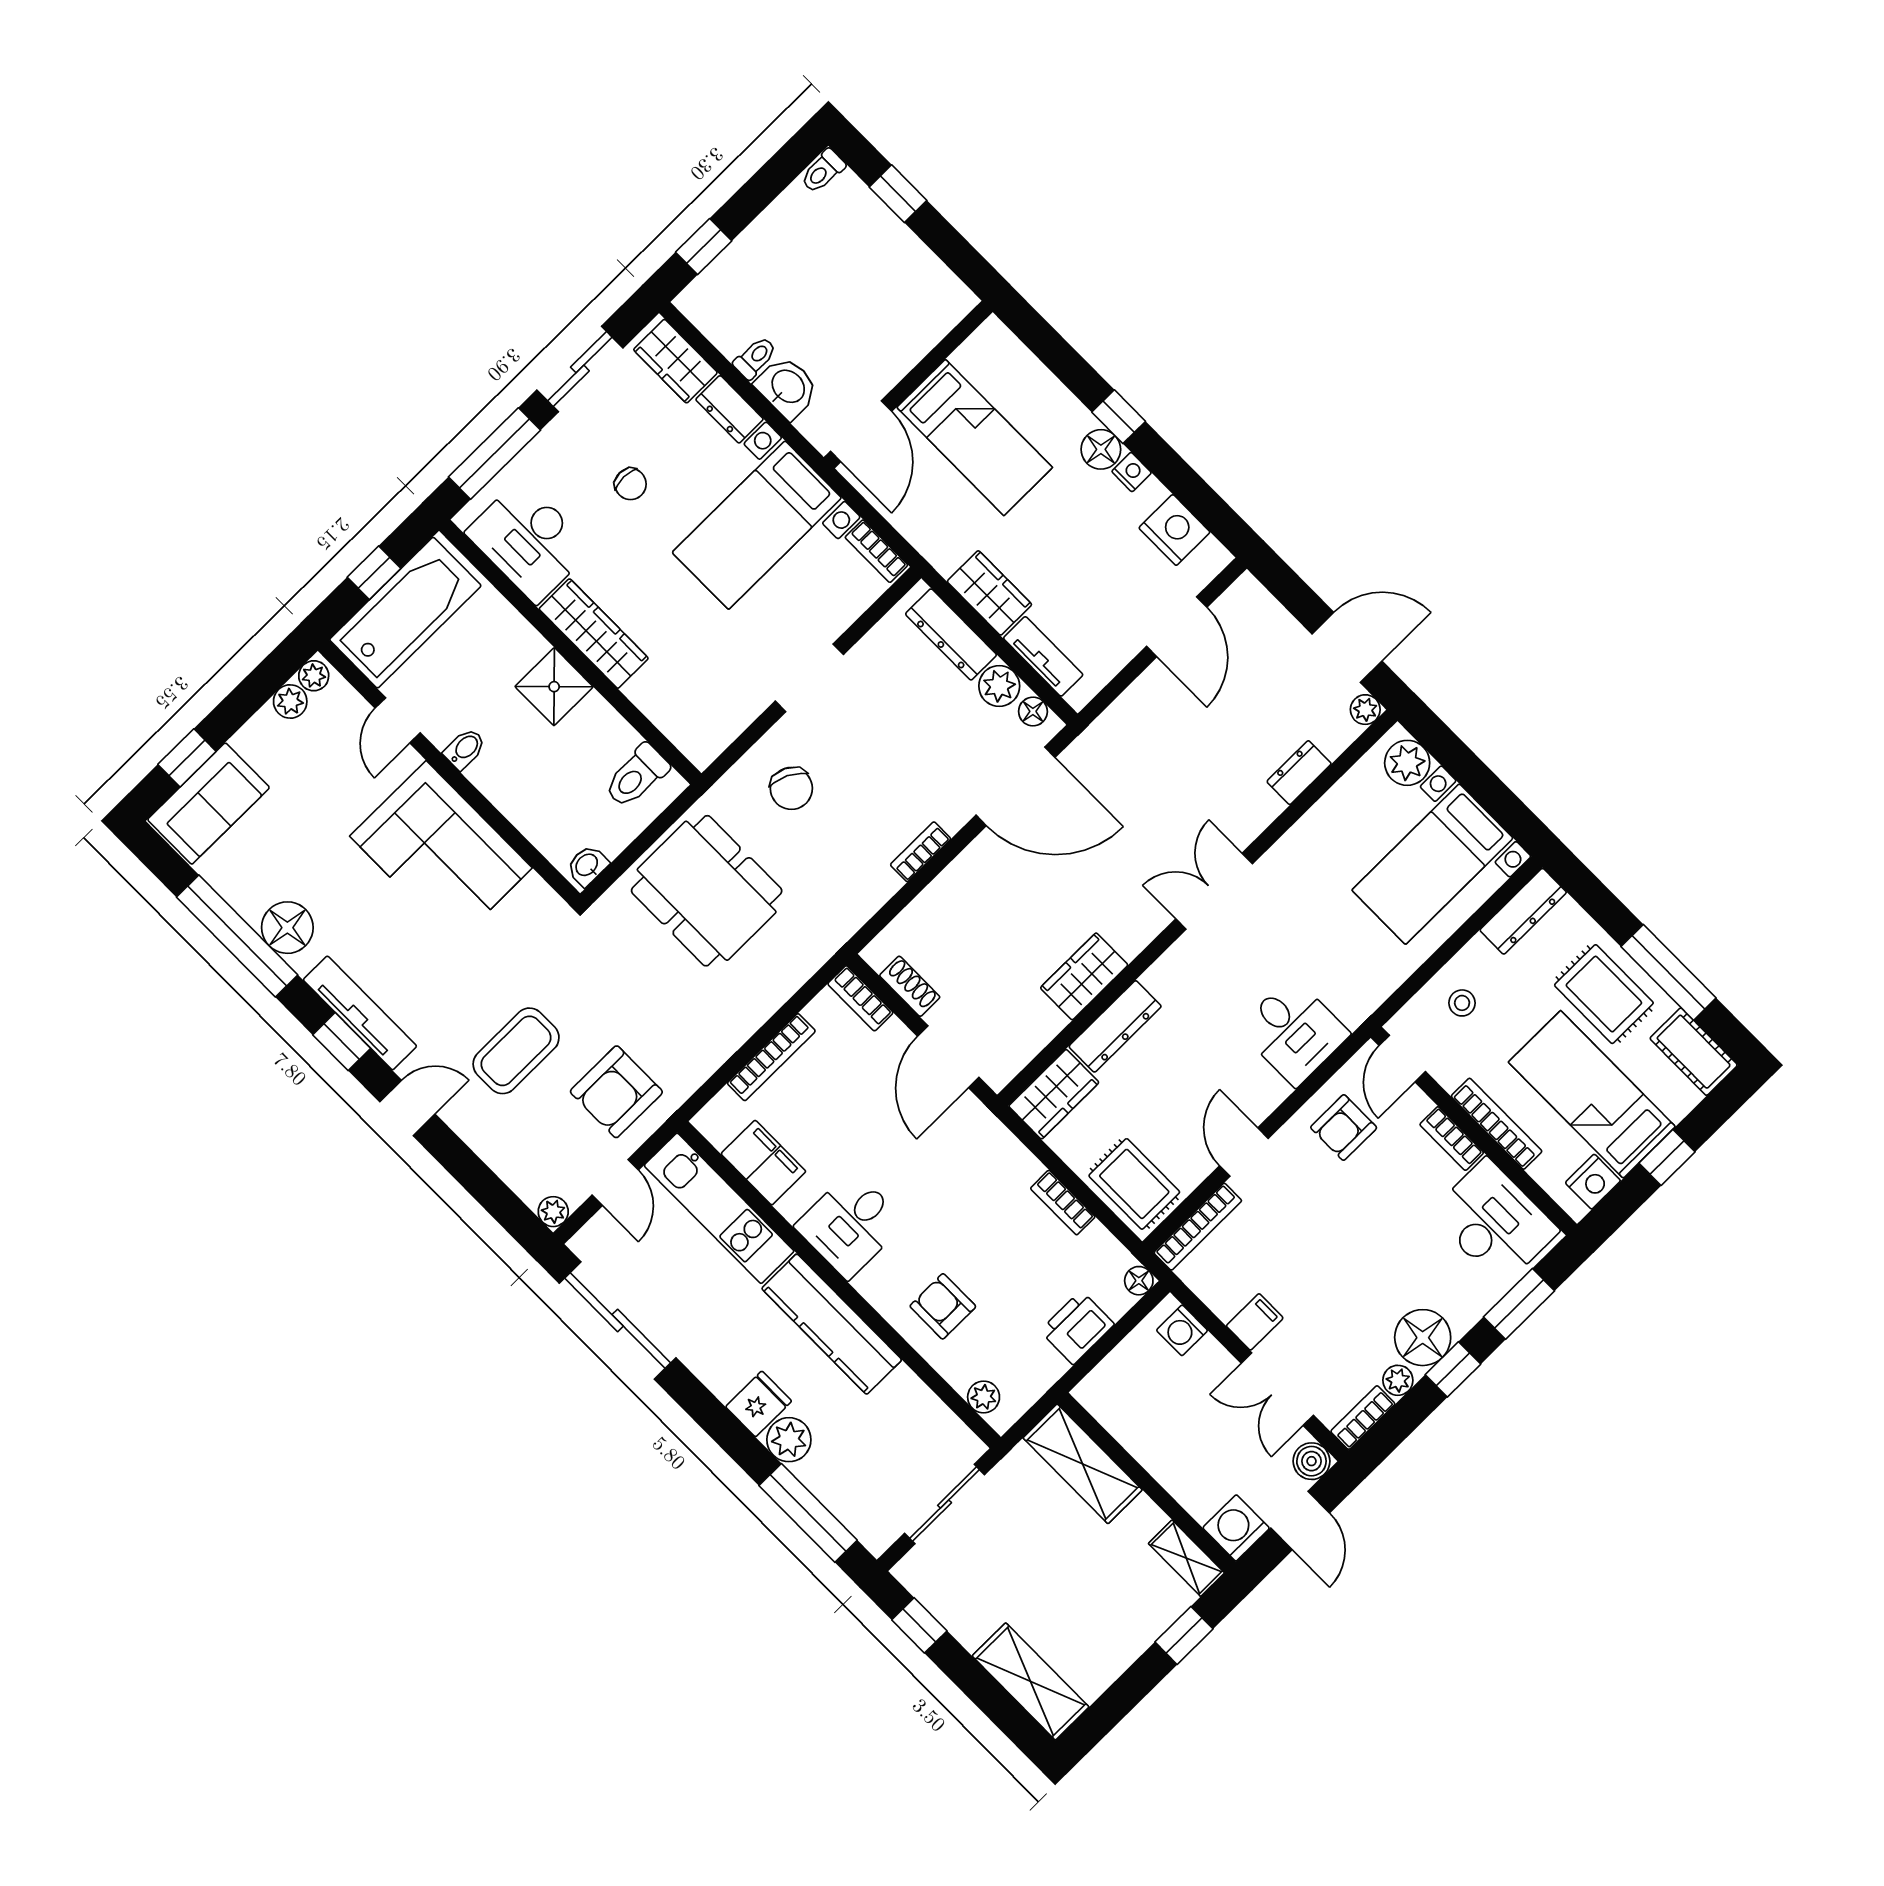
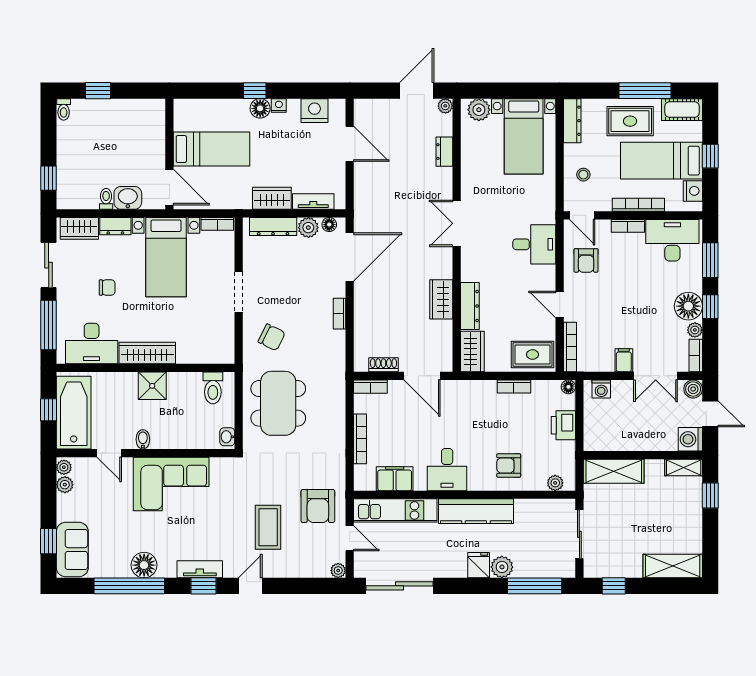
dining table: (707, 891) -> (278, 403), turned 90
tv unit: (360, 1013) -> (200, 569), width x0.71

